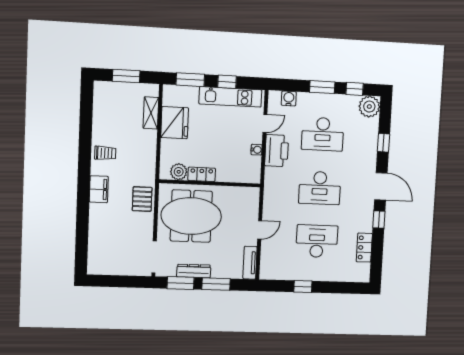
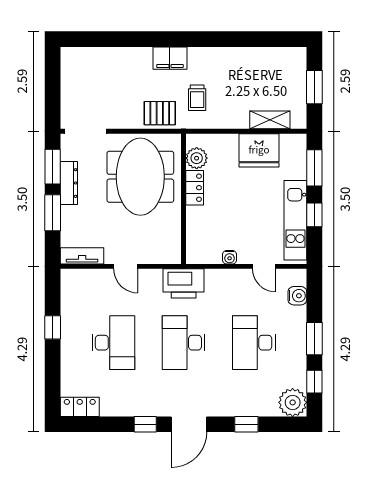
printer: (277, 151) -> (184, 283), moved
trolley: (105, 153) -> (197, 98), moved
locker: (364, 248) -> (80, 407), moved

